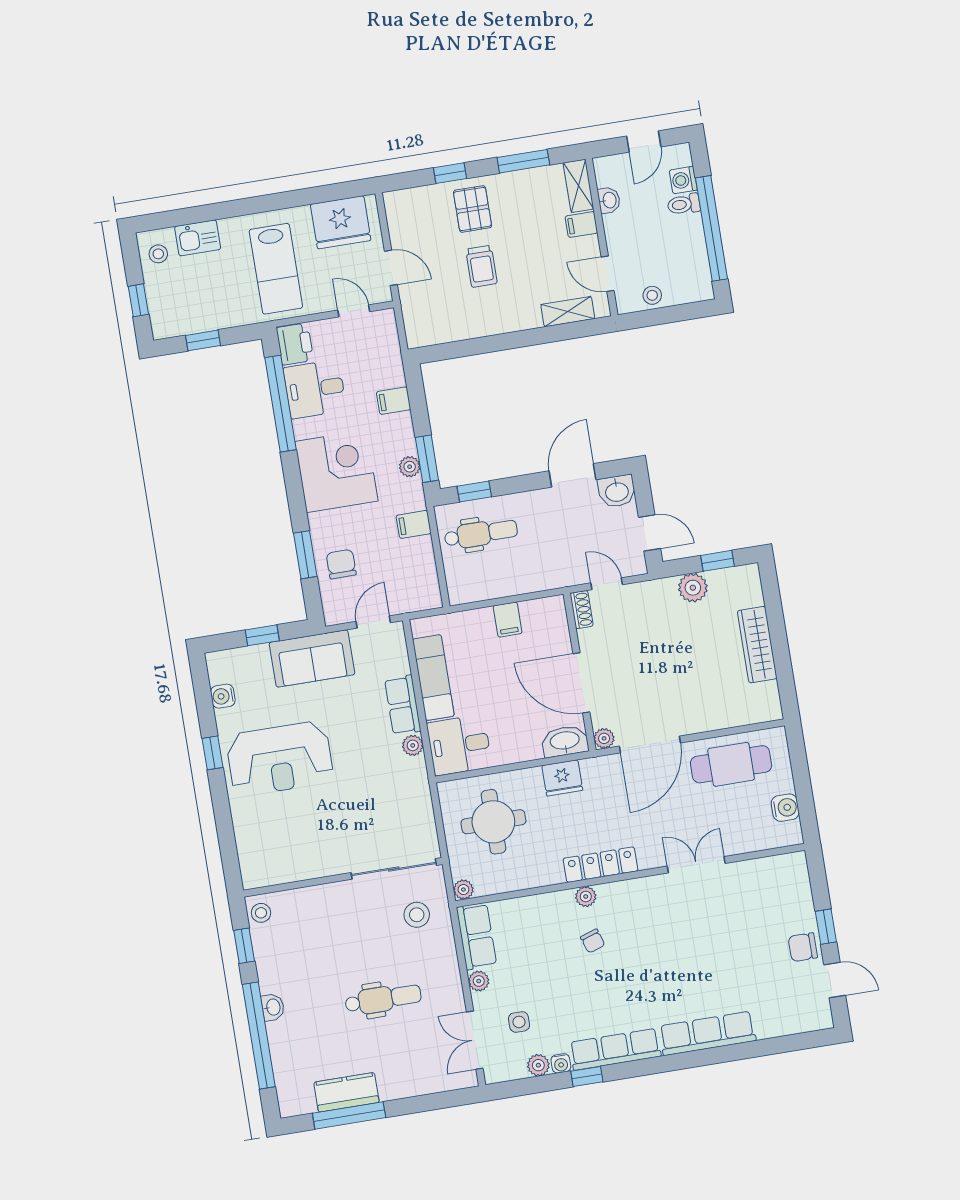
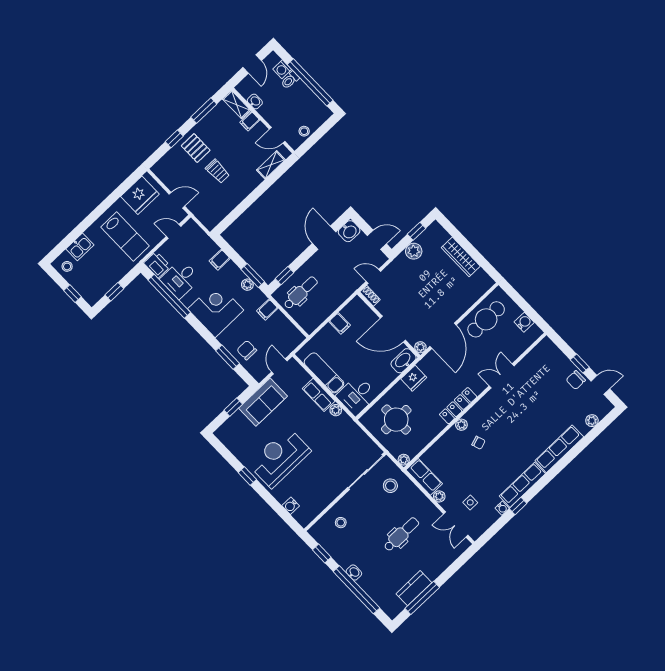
water cooler: (223, 696) -> (291, 506), moved
reception desk: (280, 759) -> (280, 458), turned 180
stool: (261, 913) -> (341, 523), moved
plant: (538, 1065) -> (592, 421), moved

